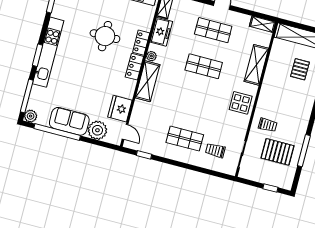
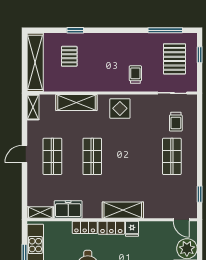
plant: (151, 56) -> (96, 213), removed
pallet: (300, 69) -> (69, 56), turned 90
fridge: (120, 109) -> (132, 229), moved, width x0.53, depth x0.75
door: (125, 132) -> (181, 220), swing flipped
window: (304, 151) -> (165, 30), moved
pallet: (277, 152) -> (174, 59), moved

